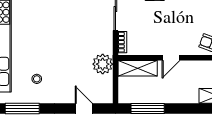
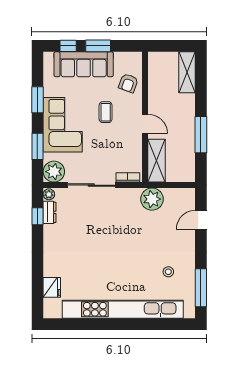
coffee table: (182, 22) -> (106, 112), added
window: (148, 108) -> (201, 135), moved

